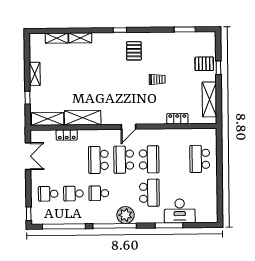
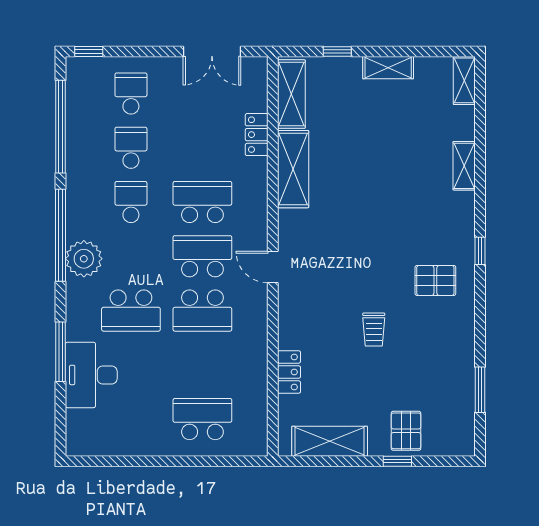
shelving: (57, 38) -> (464, 80), moved

